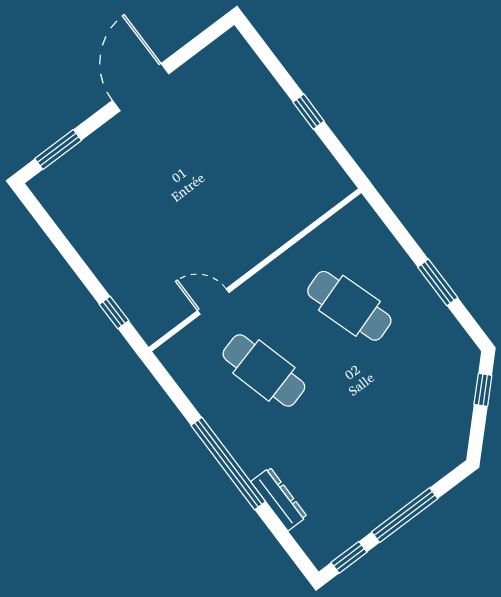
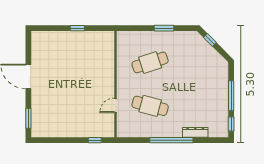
cafe table: (264, 370) -> (150, 106), turned 30

